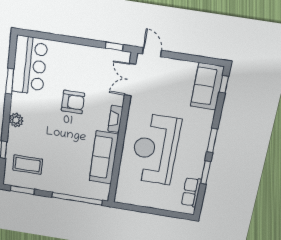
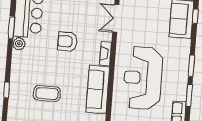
armchair: (73, 102) -> (67, 41), turned 180
plant: (16, 120) -> (19, 44), moved
coffee table: (28, 165) -> (47, 93), moved

